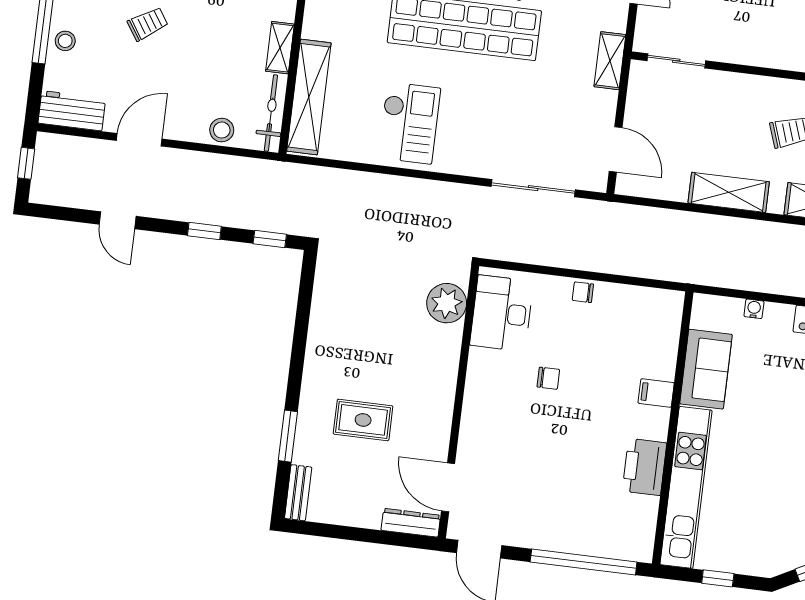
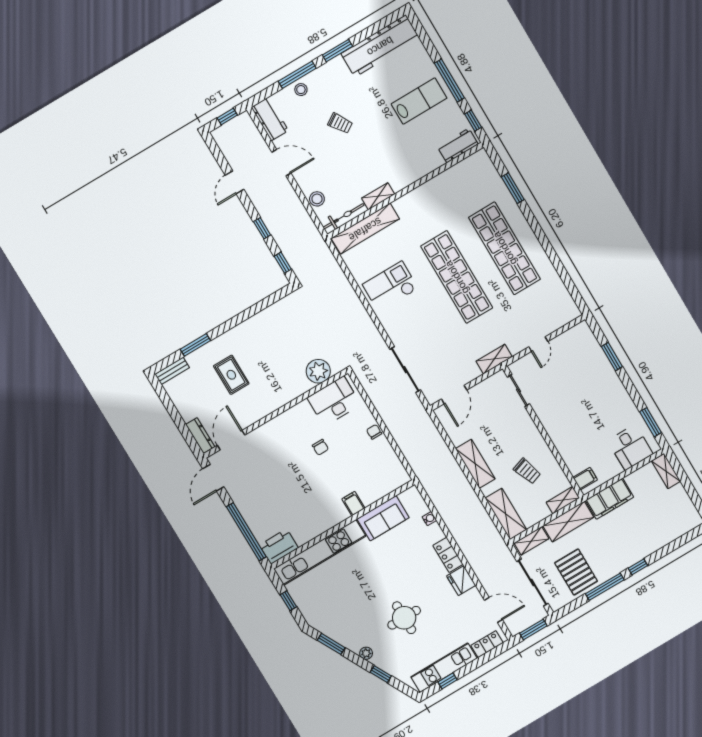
checkout: (409, 123) -> (390, 286), turned 180
printer: (644, 467) -> (279, 546), moved

